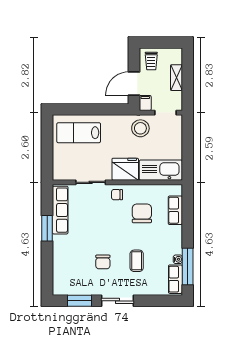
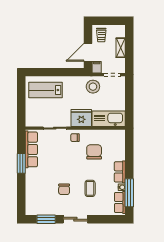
row of seats: (175, 210) -> (120, 172), moved

